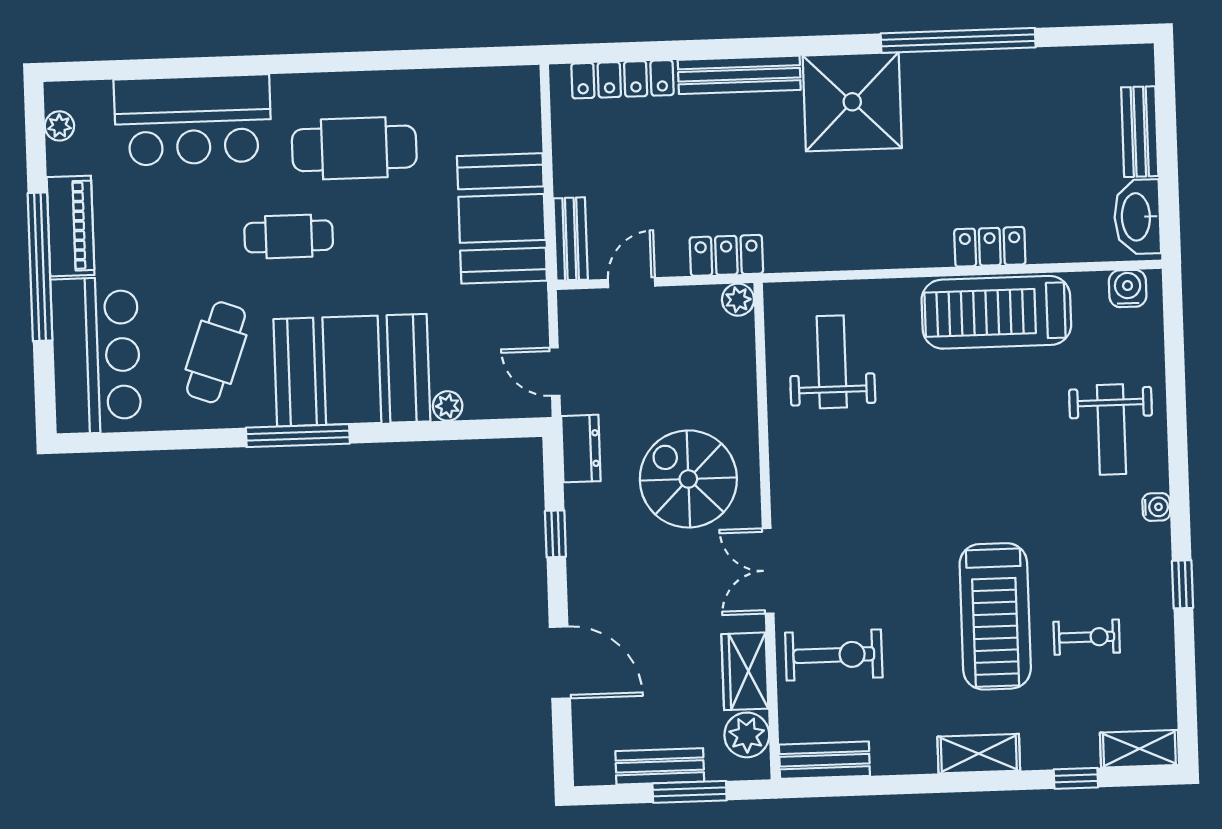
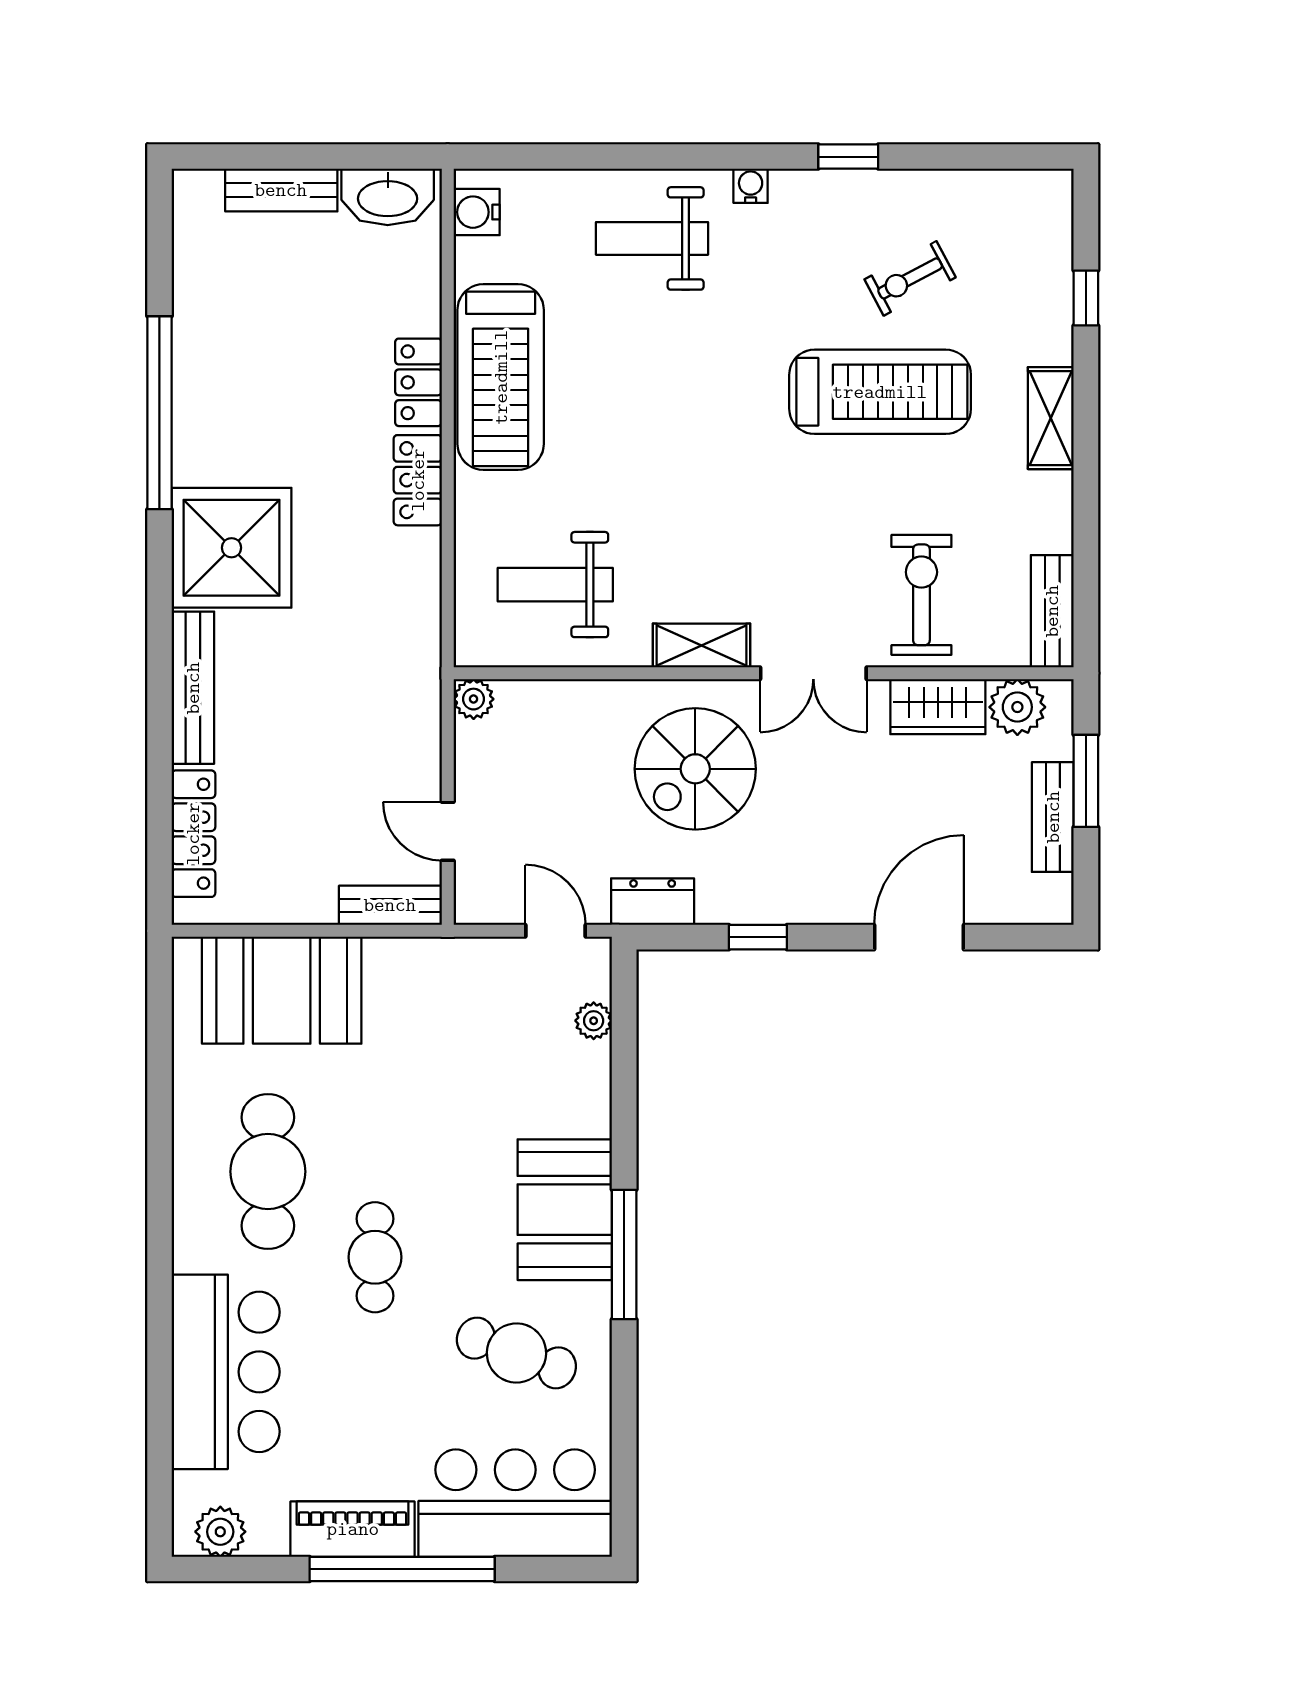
plant: (59, 126) -> (220, 1532), width x1.38, depth x1.38
booth: (502, 218) -> (282, 990), moved
locker: (726, 255) -> (418, 480), moved
booth: (352, 370) -> (565, 1210), width x0.73, depth x0.70
door: (555, 372) -> (555, 931), swing flipped
plant: (448, 406) -> (594, 1021), moved
weight bench: (1111, 430) -> (652, 238), turned 180
exercise bike: (1087, 637) -> (910, 278), turned -118
shelving: (1139, 749) -> (702, 645), moved, turned 90

